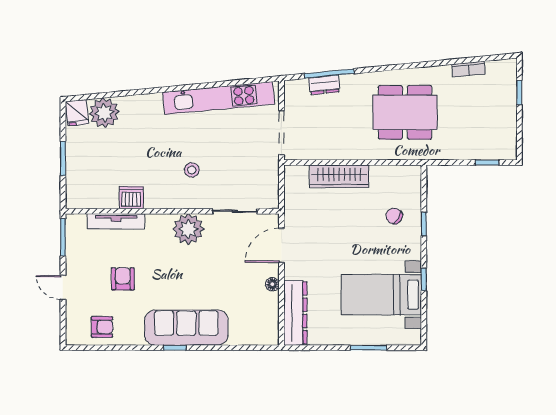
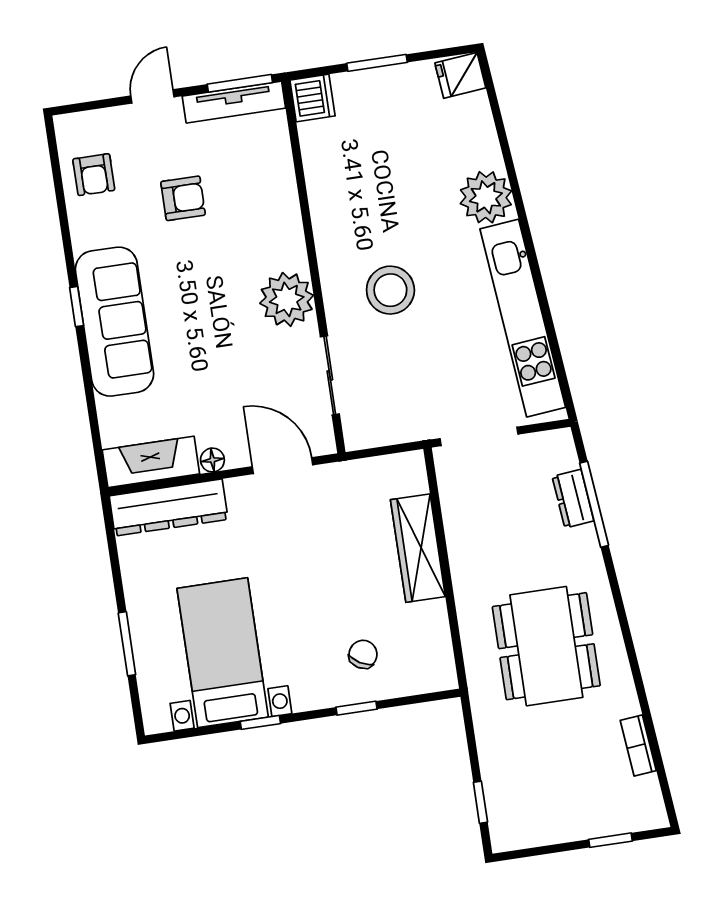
plant: (104, 113) -> (486, 197), moved
stool: (192, 170) -> (390, 290), width x1.89, depth x1.89
dishwasher: (131, 198) -> (313, 98), moved
tv unit: (116, 221) -> (234, 102), moved, turned -90
fireplace: (268, 319) -> (151, 462), added

